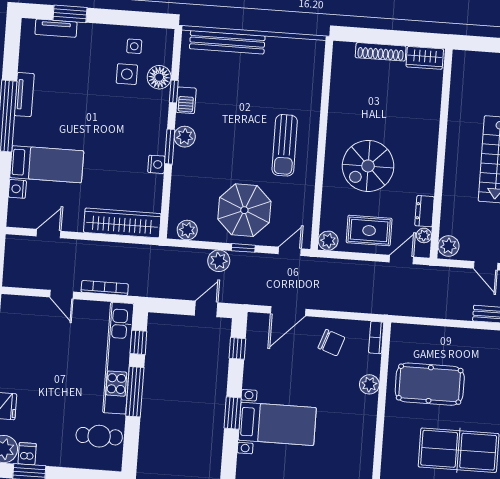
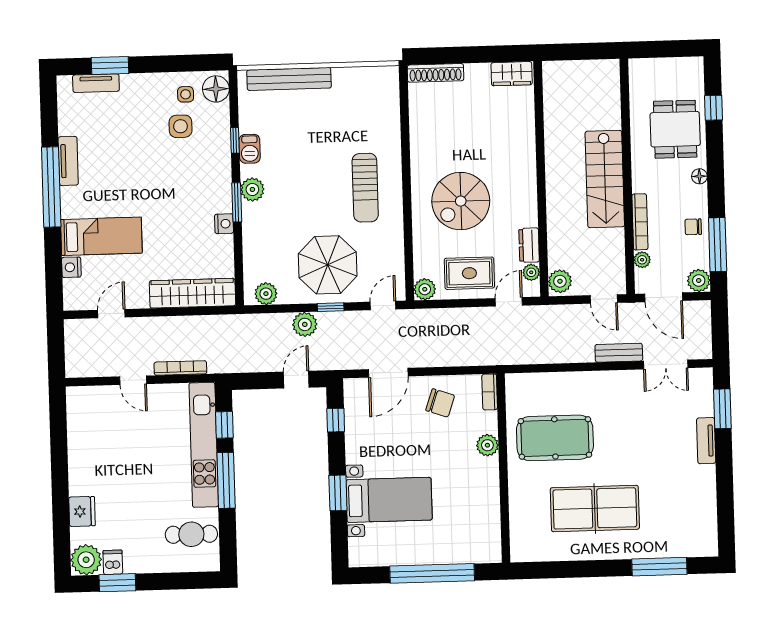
shoe rack: (381, 52) -> (435, 73), moved
floor lamp: (159, 77) -> (216, 89), moved

